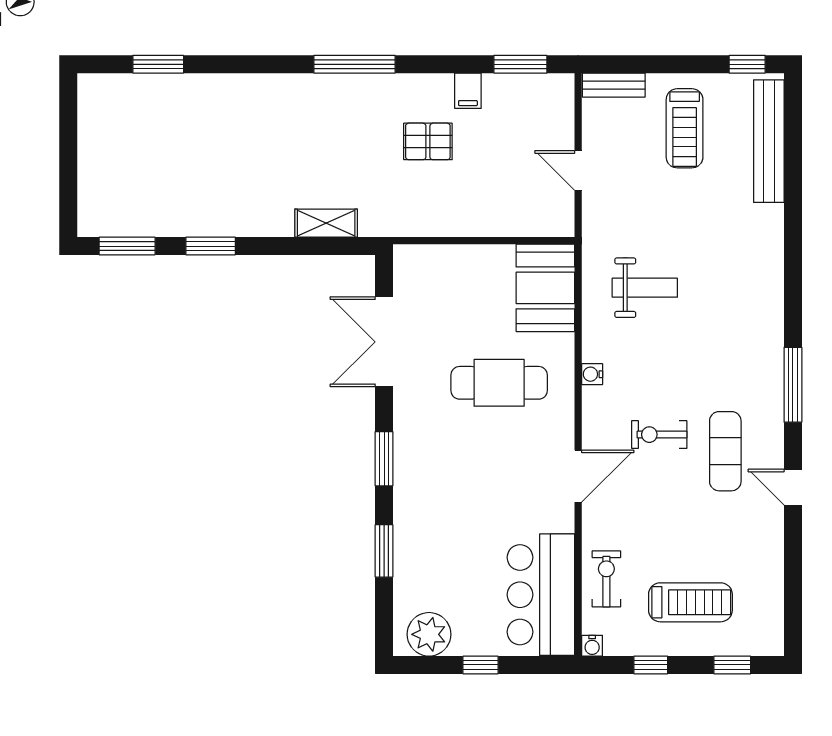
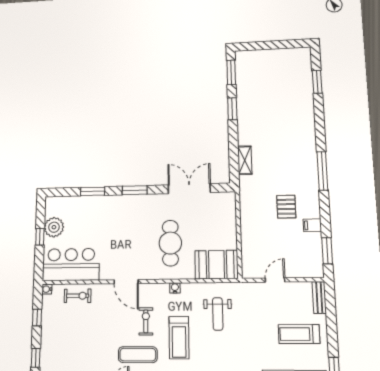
treadmill: (690, 602) -> (179, 338), moved
plant: (429, 634) -> (54, 227), moved

